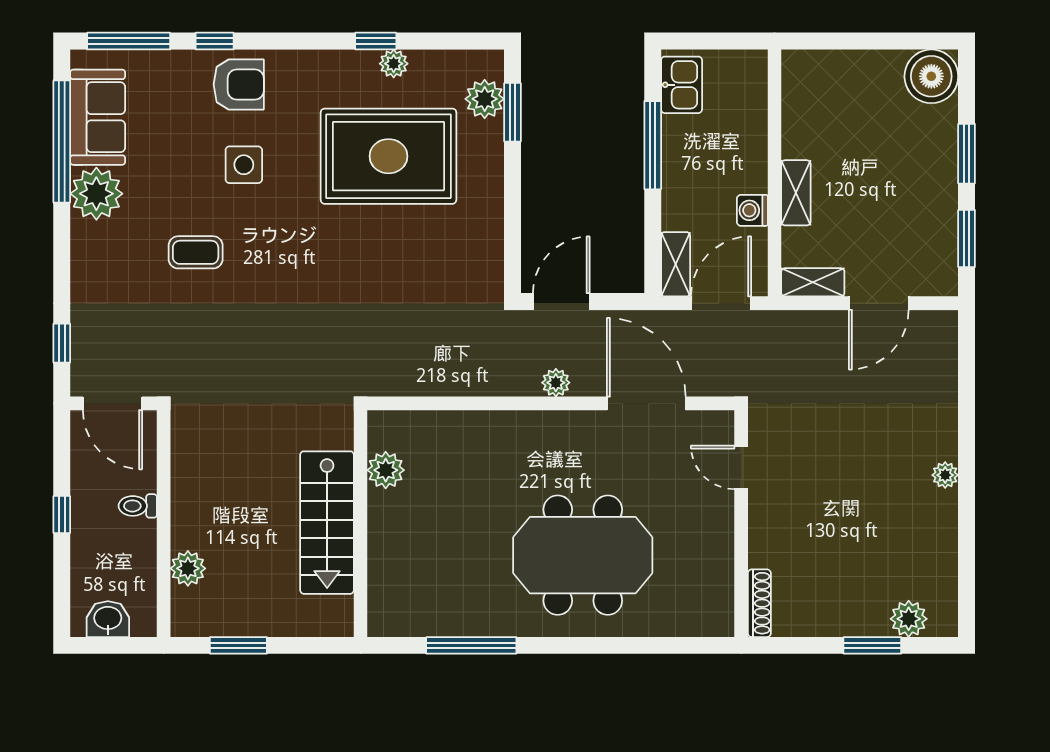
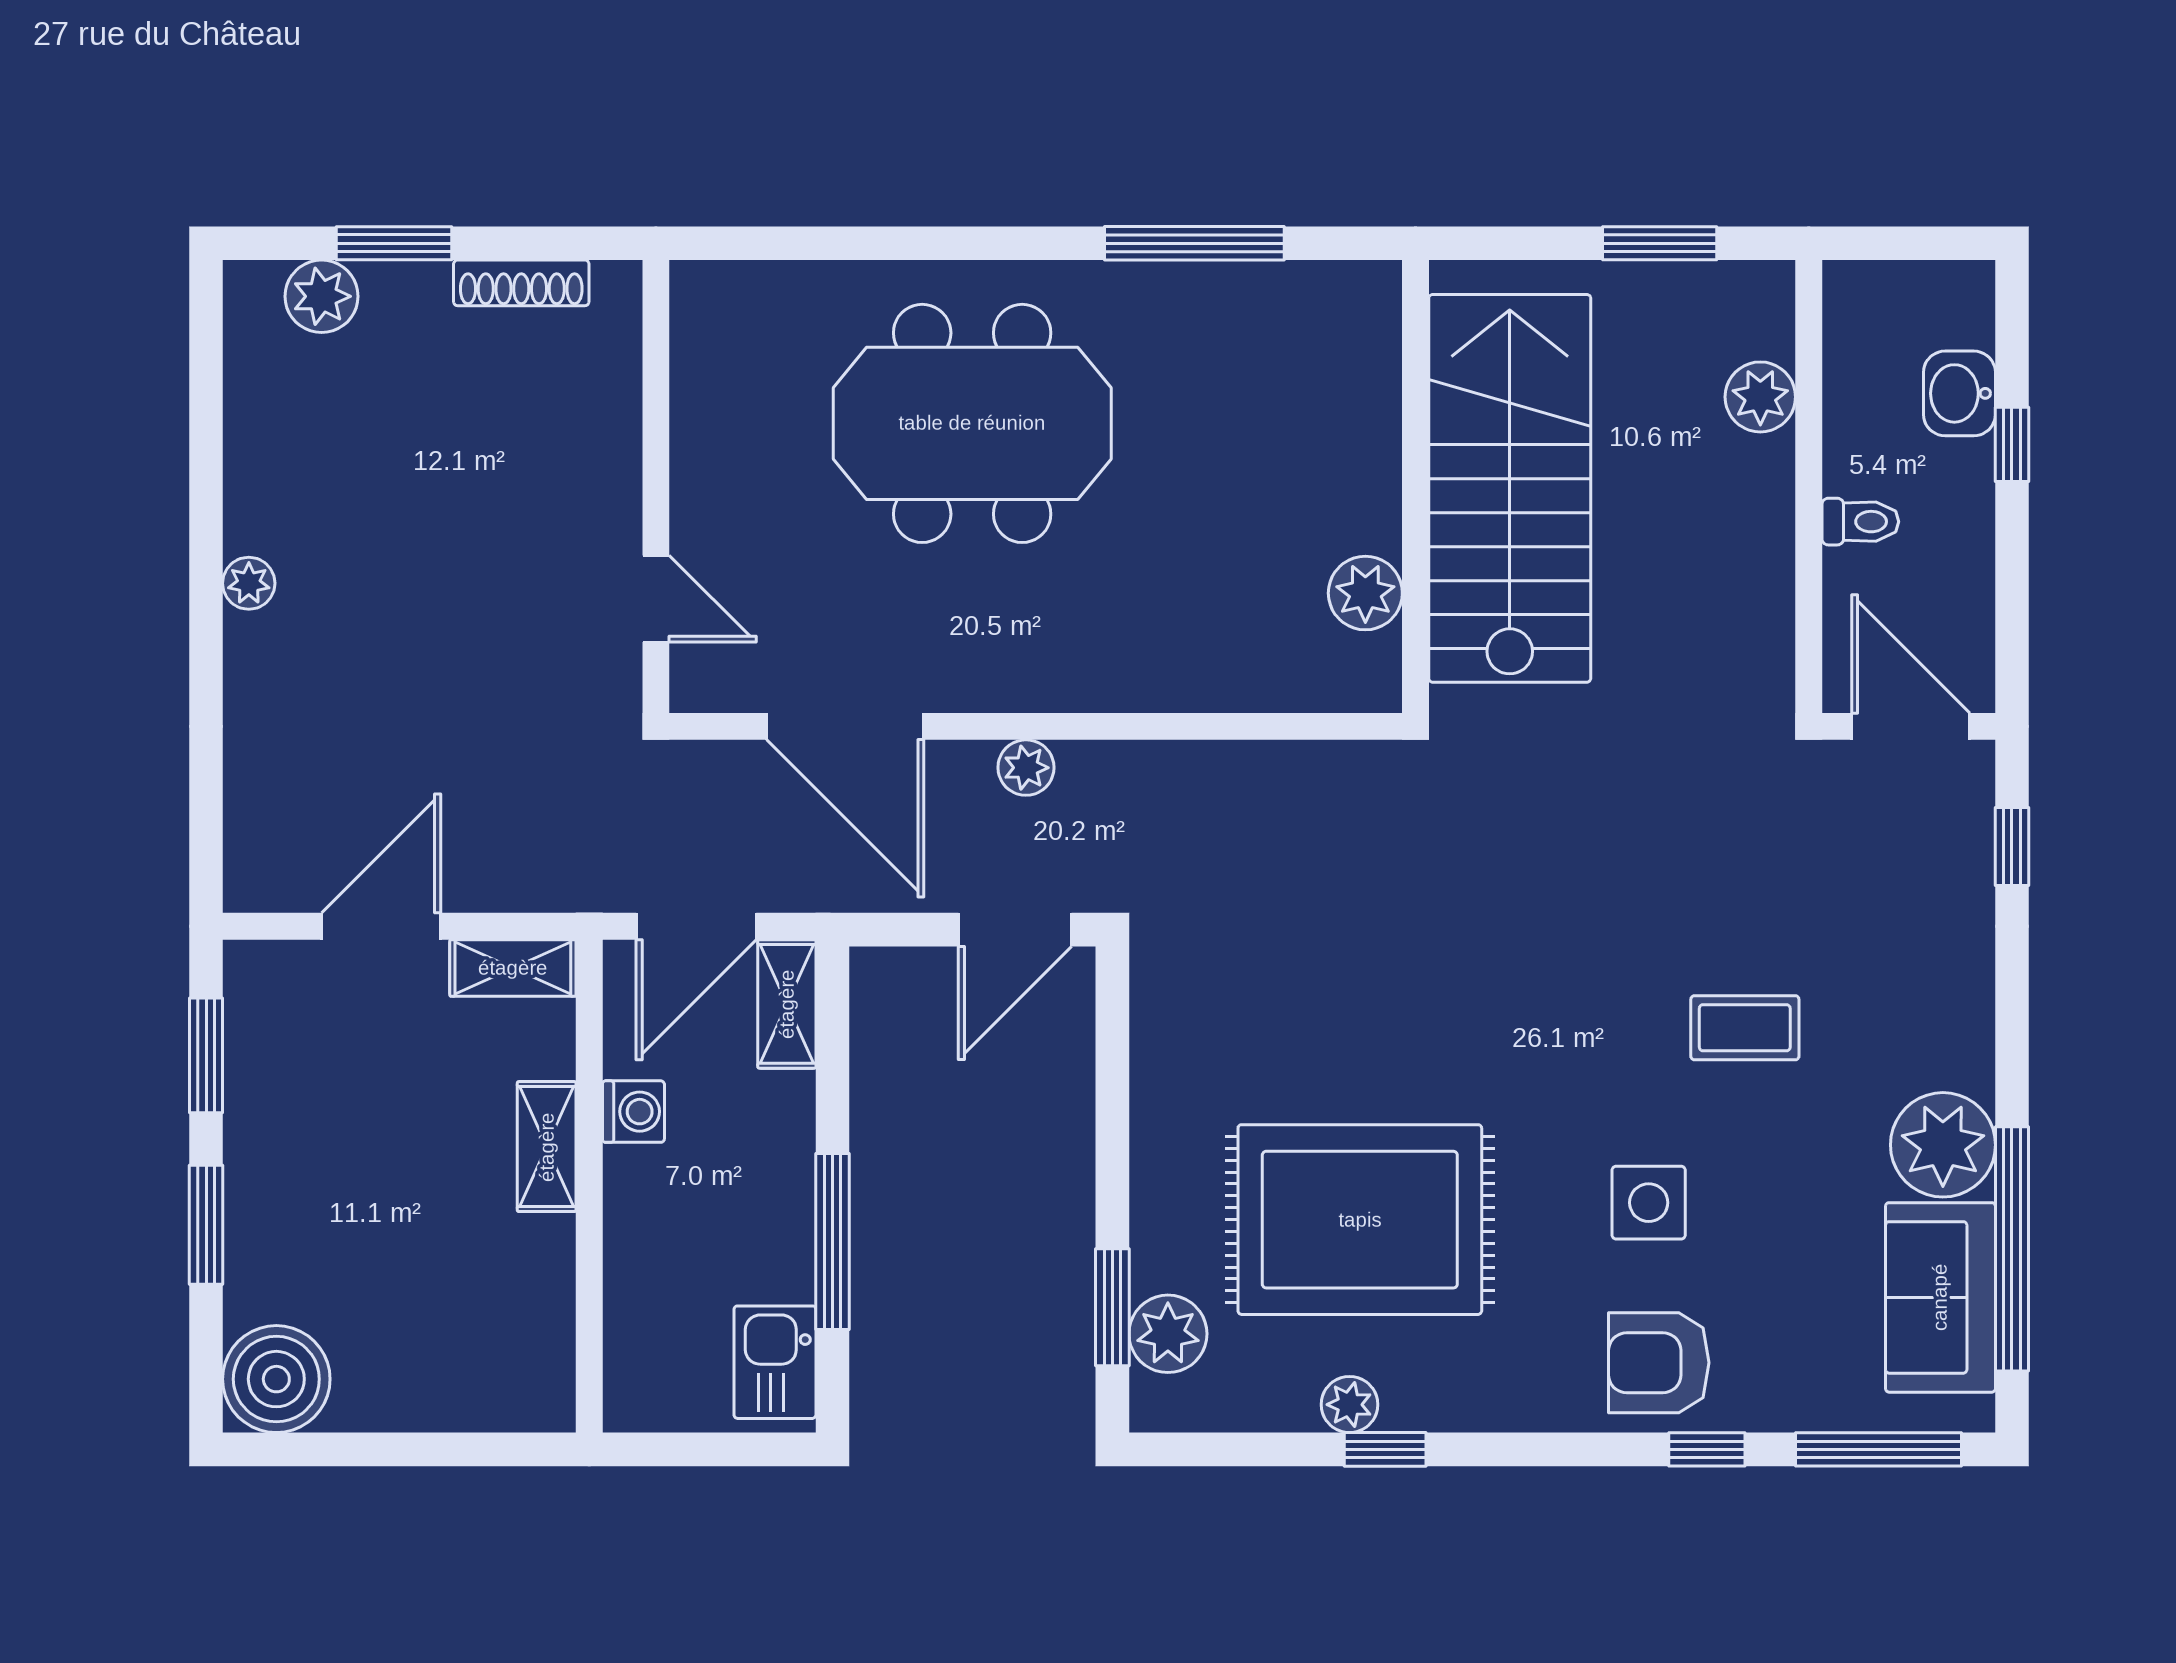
window: (62, 515) -> (2012, 444), moved
stairs: (327, 523) -> (1510, 488), width x1.36, depth x1.51
shoe rack: (759, 603) -> (521, 283), moved, turned -90
washbasin: (108, 619) -> (1959, 393), moved, turned 90

